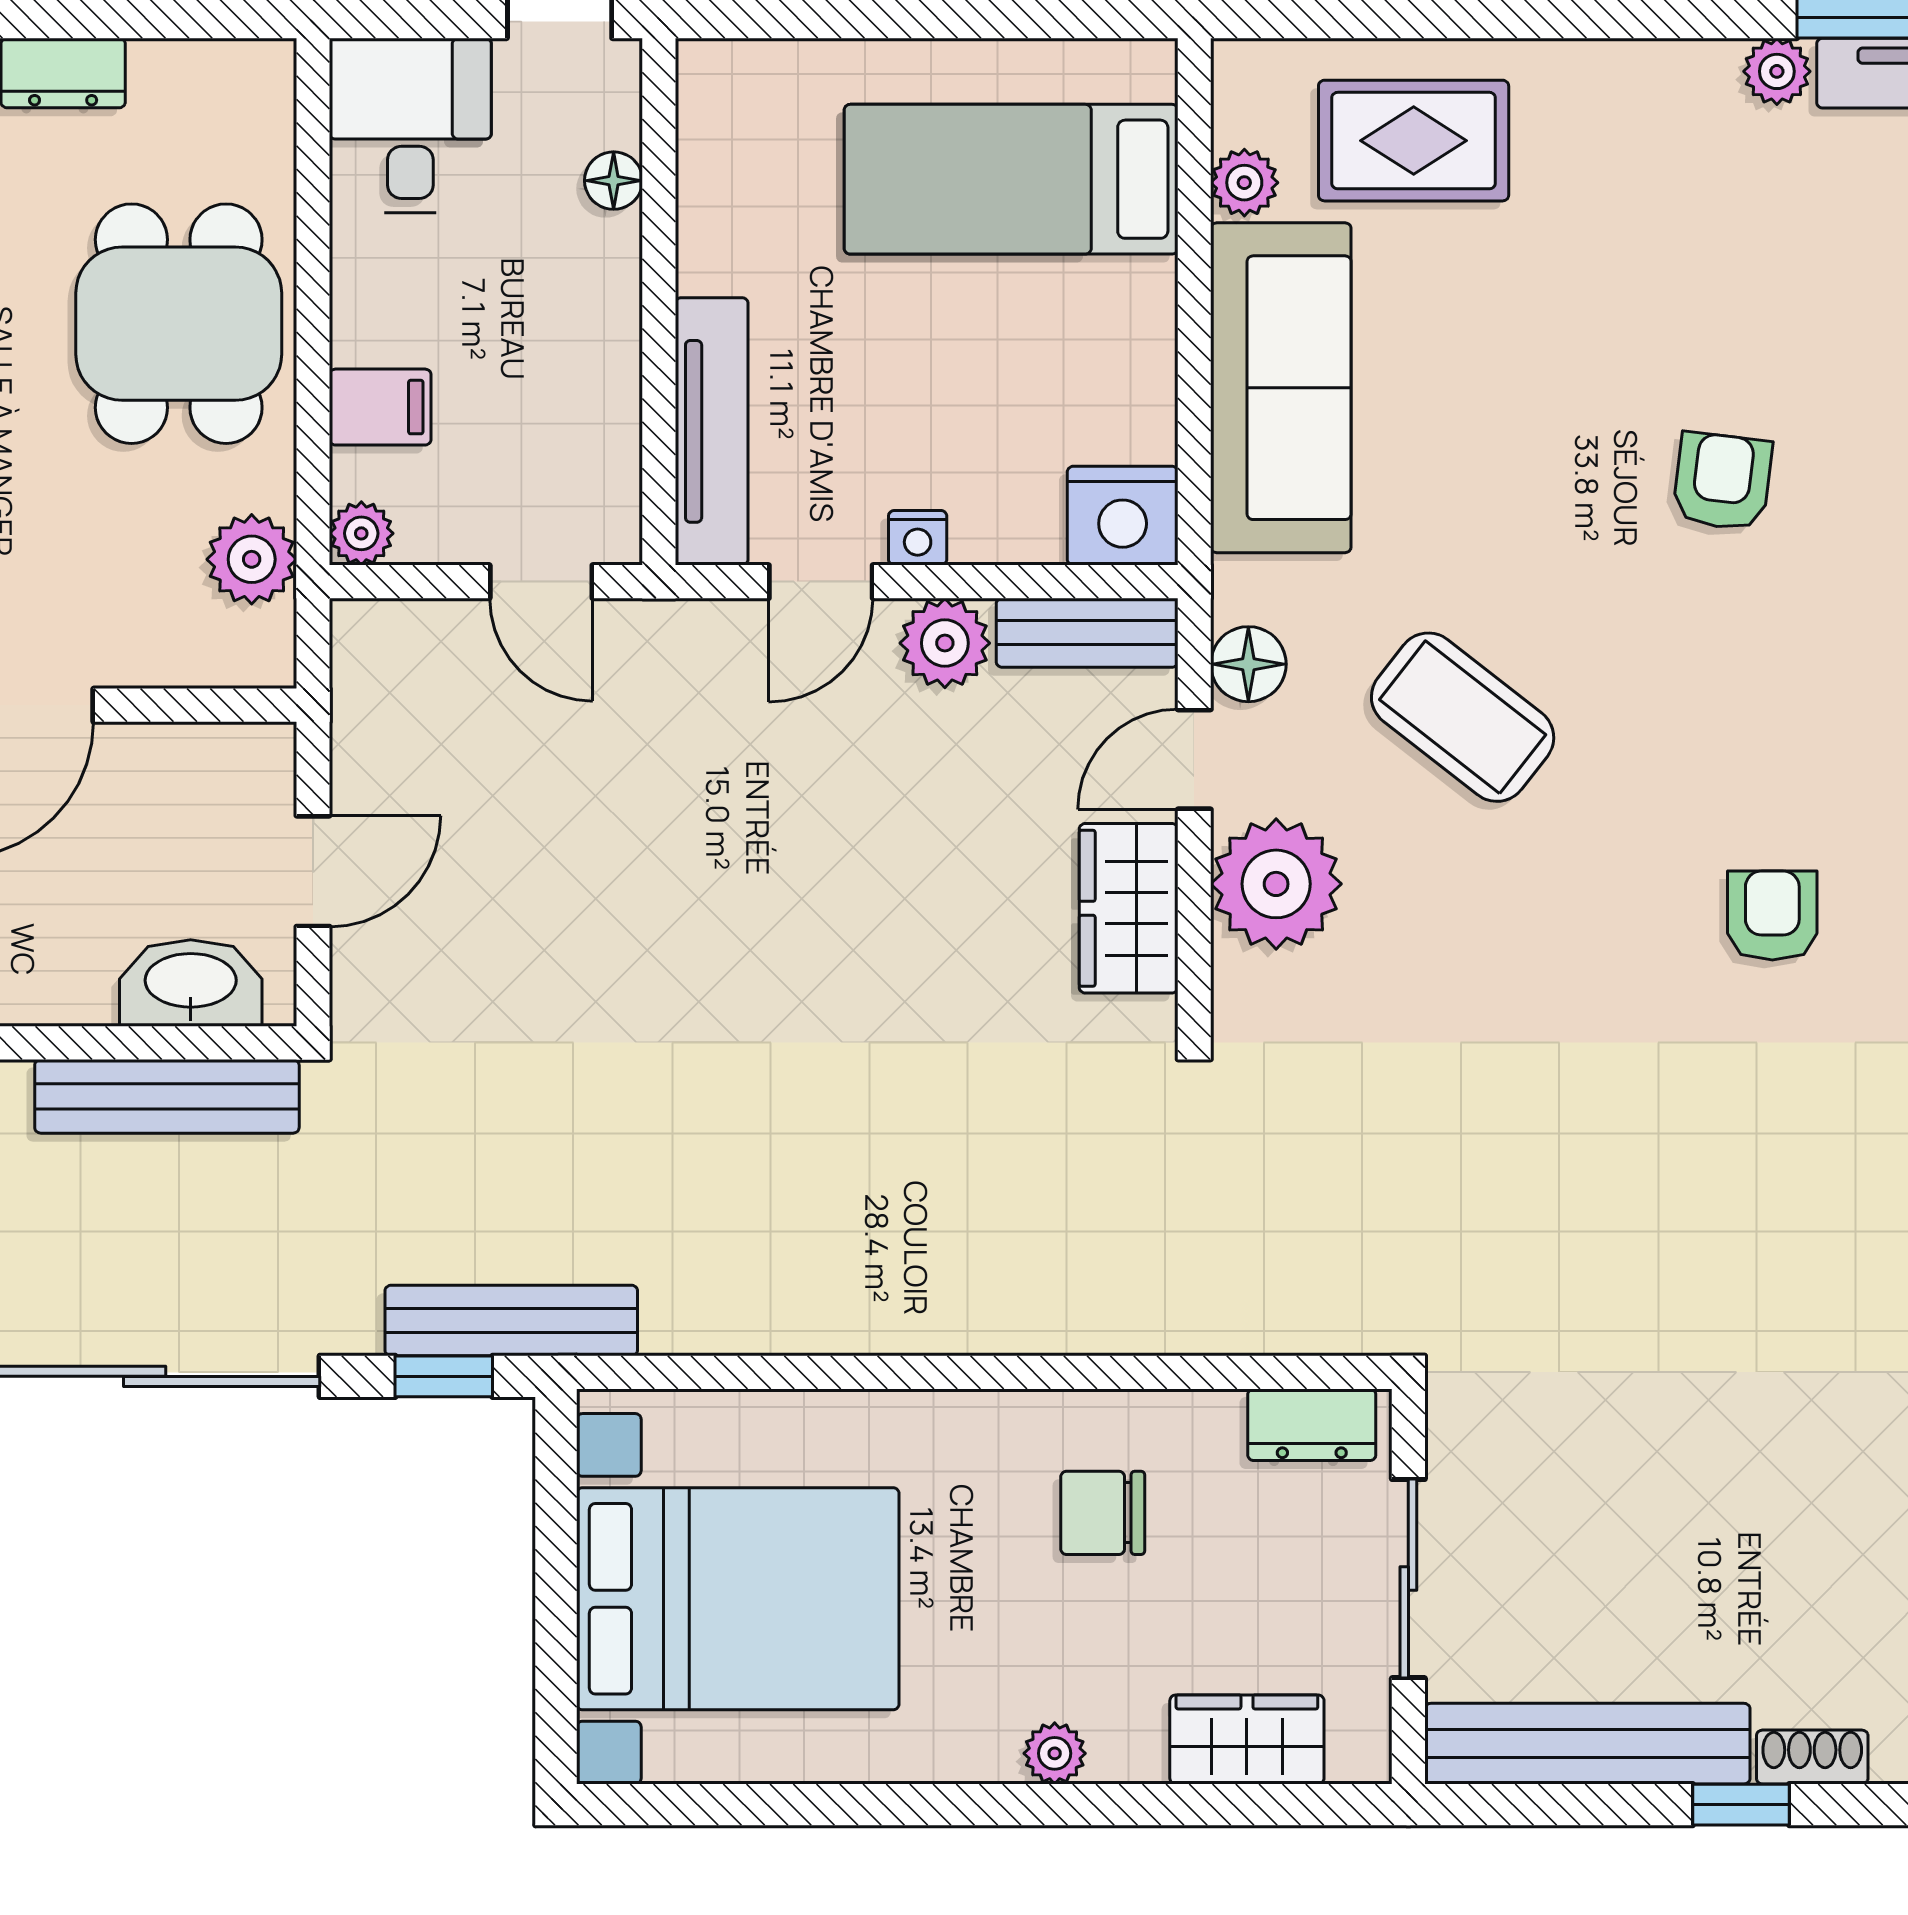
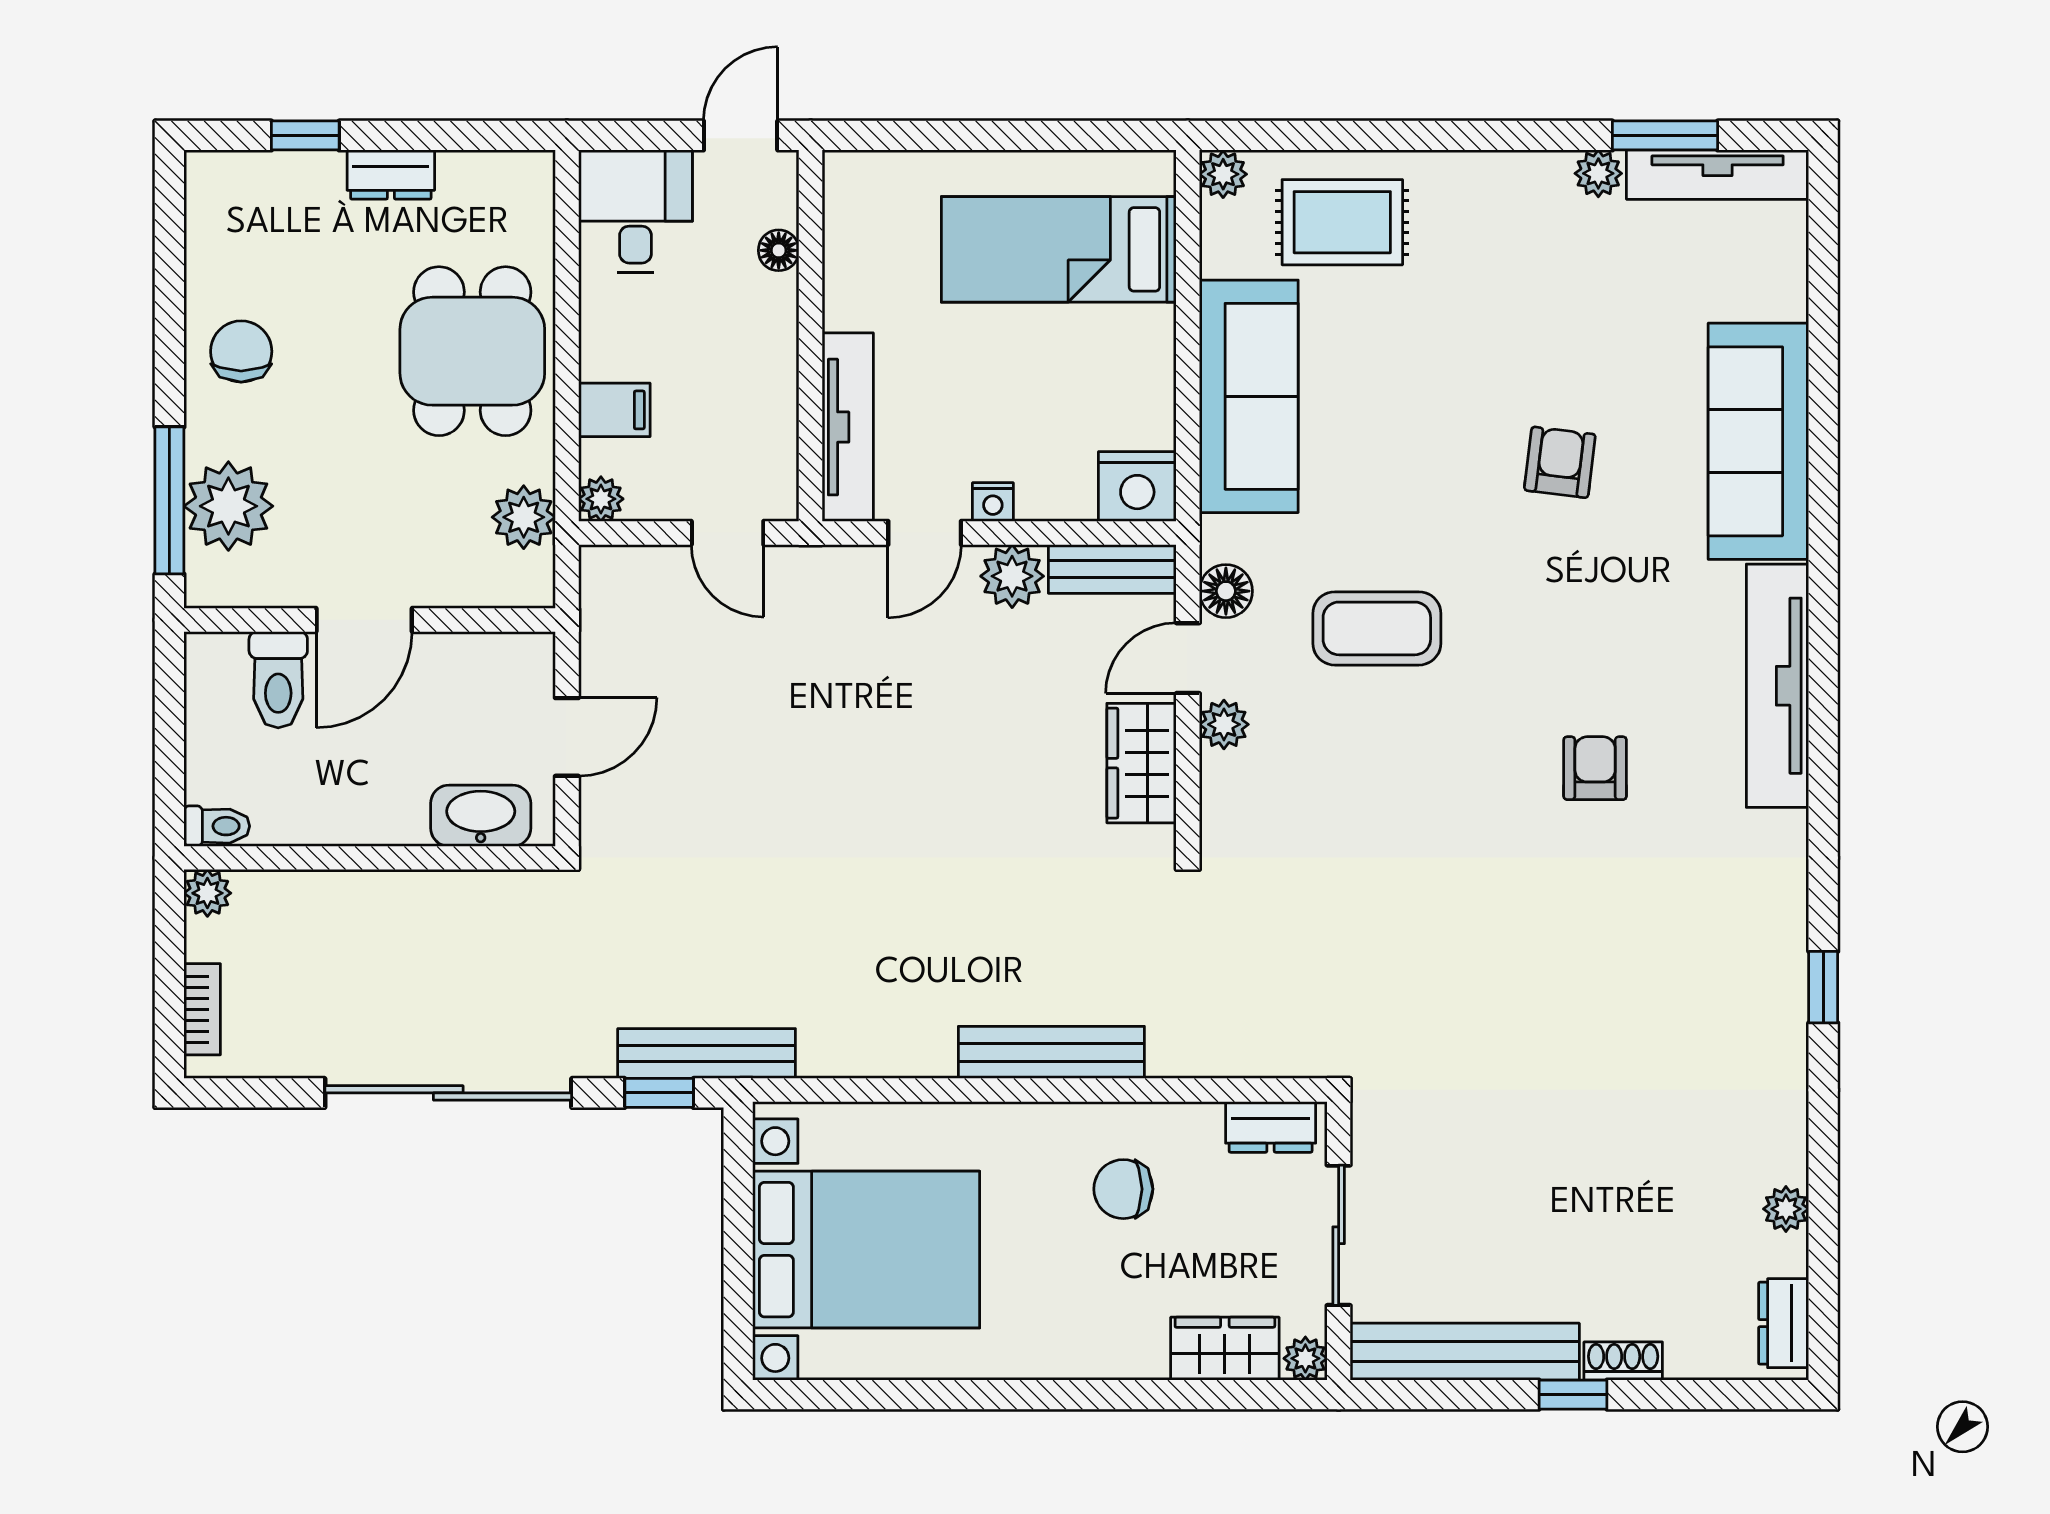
plant: (1244, 183) -> (1223, 174), moved
coffee table: (1463, 717) -> (1377, 628), turned -38
plant: (1276, 884) -> (1224, 724), width x0.53, depth x0.53
bench: (167, 1096) -> (1051, 1052), moved
plant: (1055, 1753) -> (1305, 1358), moved

